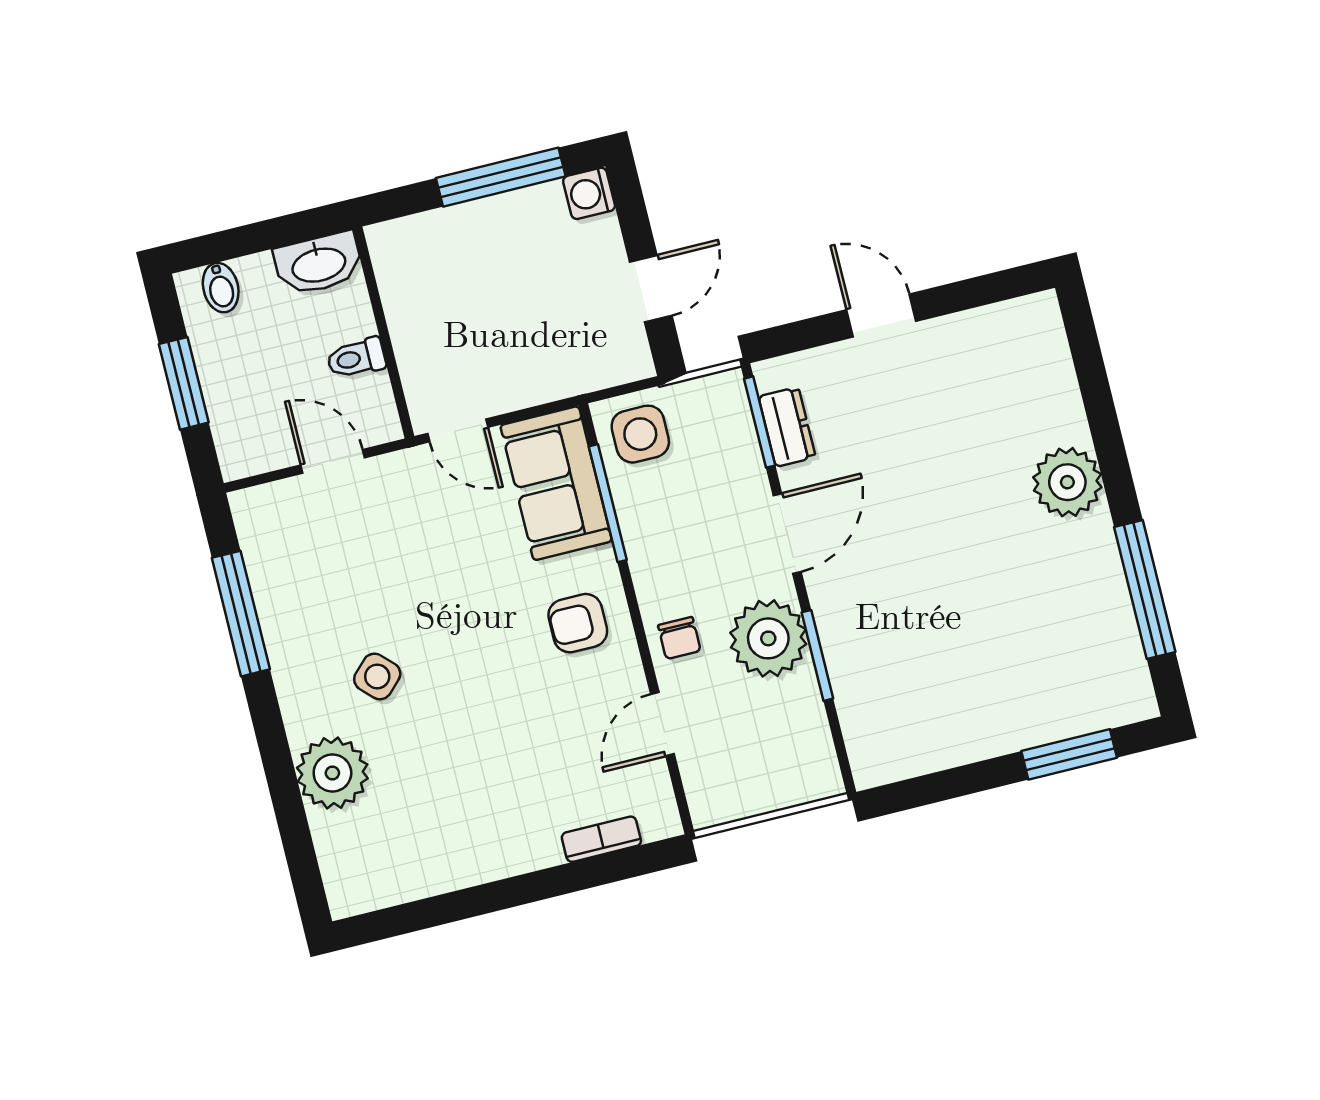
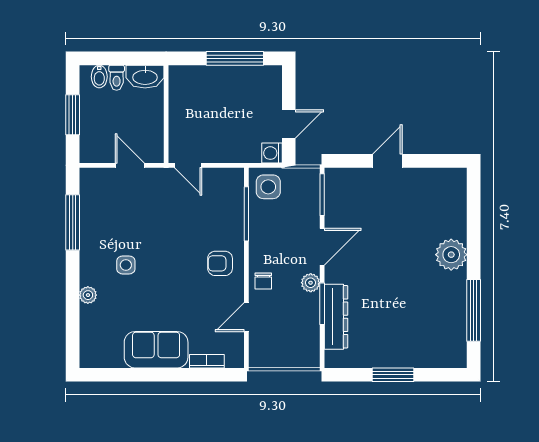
washing machine: (589, 193) -> (272, 153), moved
door: (881, 316) -> (387, 161), hinge flipped
toilet: (356, 358) -> (117, 78), moved, turned -90
dresser: (787, 427) -> (336, 317), moved, width x1.96, depth x1.24
sofa: (556, 483) -> (156, 350), moved, turned 90
plant: (768, 638) -> (311, 283), width x0.53, depth x0.53
side table: (377, 676) -> (126, 265), turned 45
window: (1069, 754) -> (393, 375), moved
plant: (332, 773) -> (88, 295), width x0.53, depth x0.53

